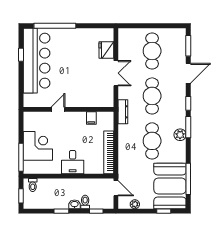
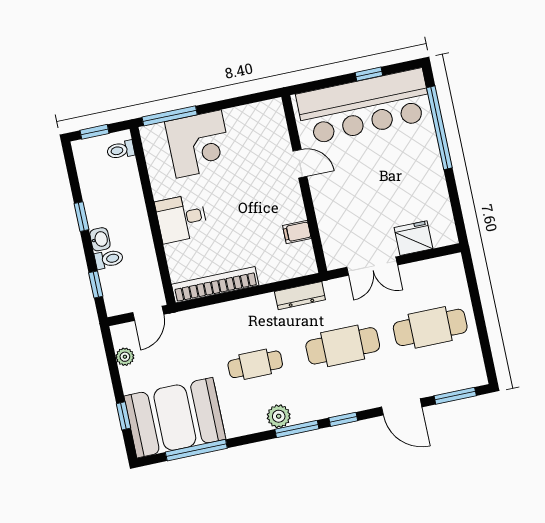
door: (58, 109) -> (300, 164), moved
wall: (68, 109) -> (304, 184), moved
filing cabinet: (91, 118) -> (297, 232), moved
cafe table: (152, 141) -> (255, 364), width x0.73, depth x0.74

